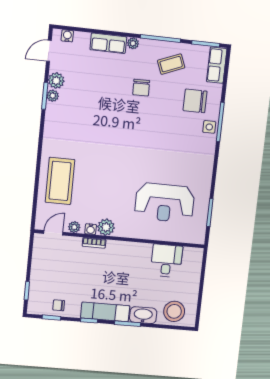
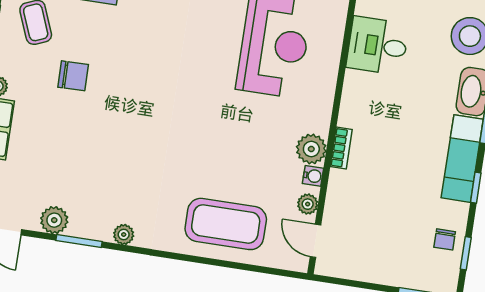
plant: (53, 96) -> (124, 235), moved
bookcase: (94, 243) -> (341, 148), moved

